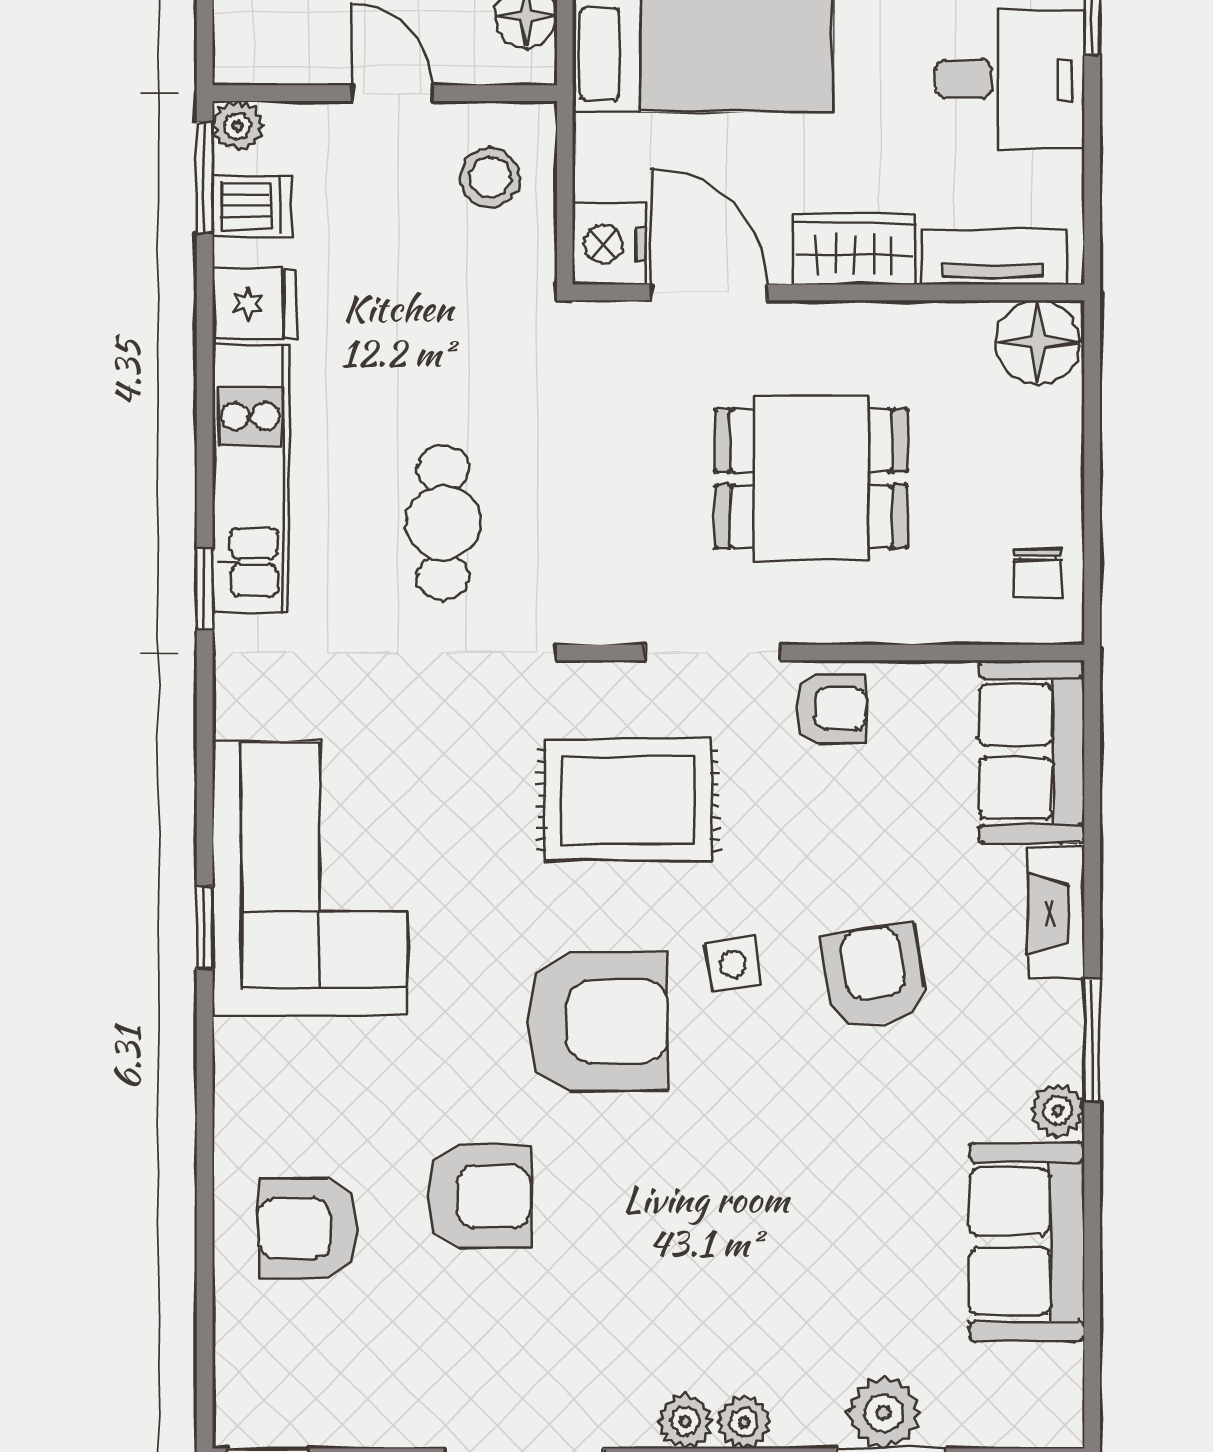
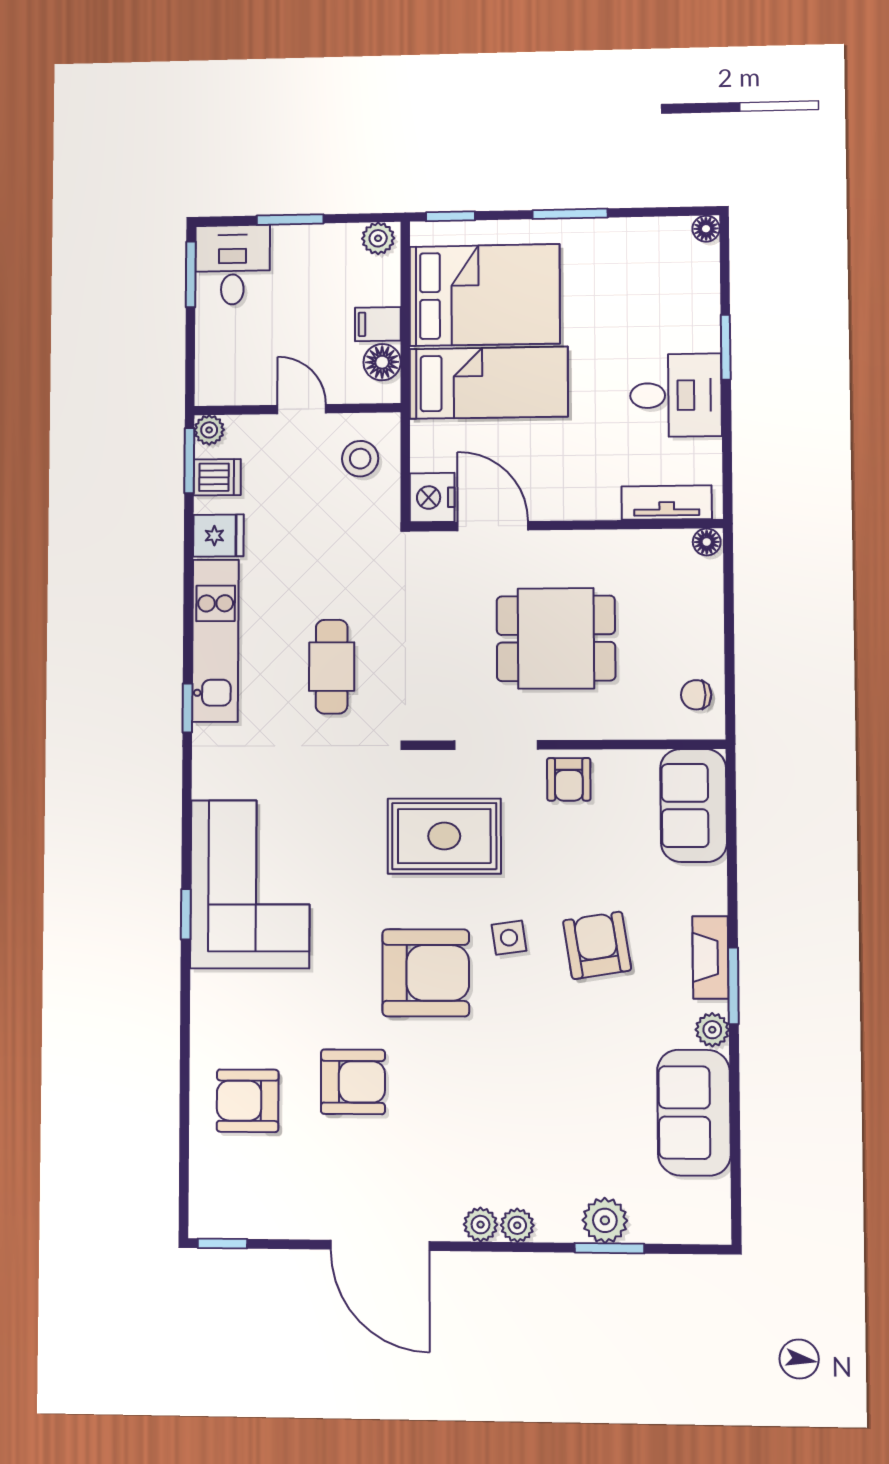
wardrobe: (854, 249) -> (581, 499), removed
floor lamp: (1038, 342) -> (707, 542), width x0.53, depth x0.53
chair: (1038, 572) -> (696, 695), turned 90
armchair: (831, 709) -> (569, 779), turned 90
fireplace: (1056, 914) -> (711, 957), moved

